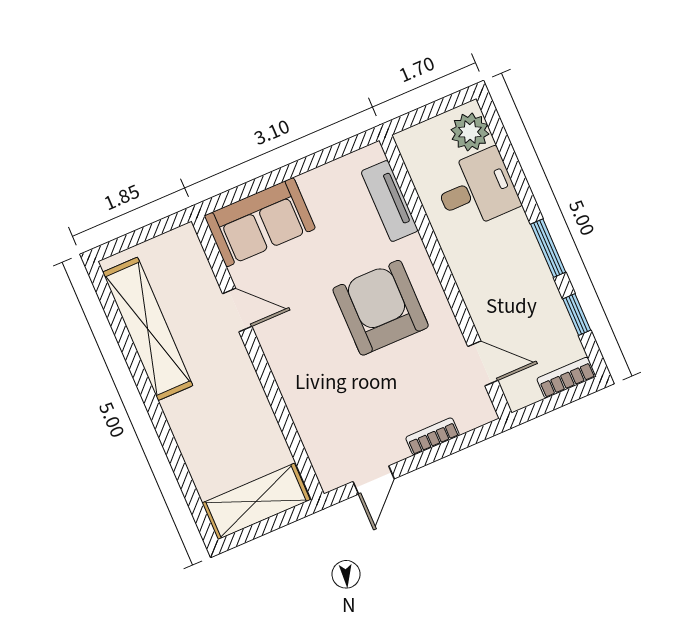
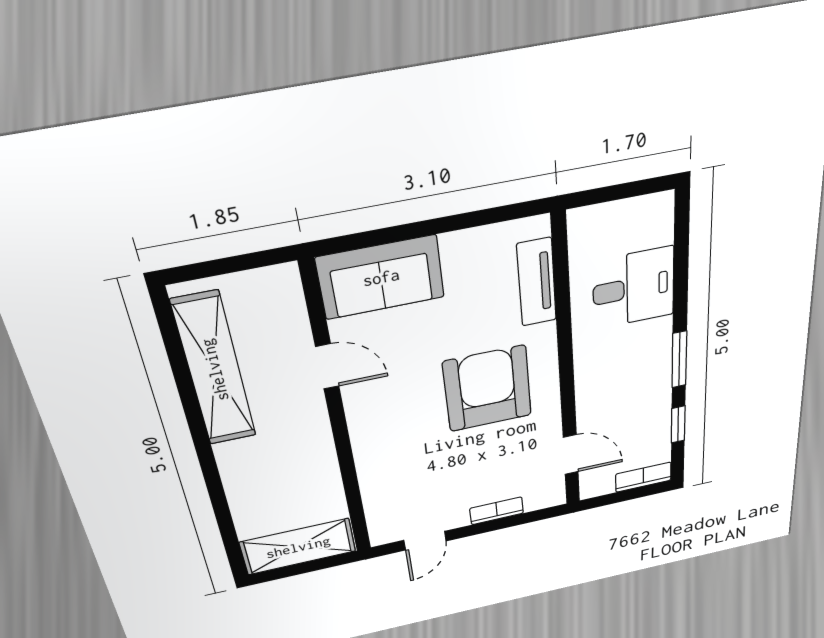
plant: (470, 132) -> (652, 225), removed

